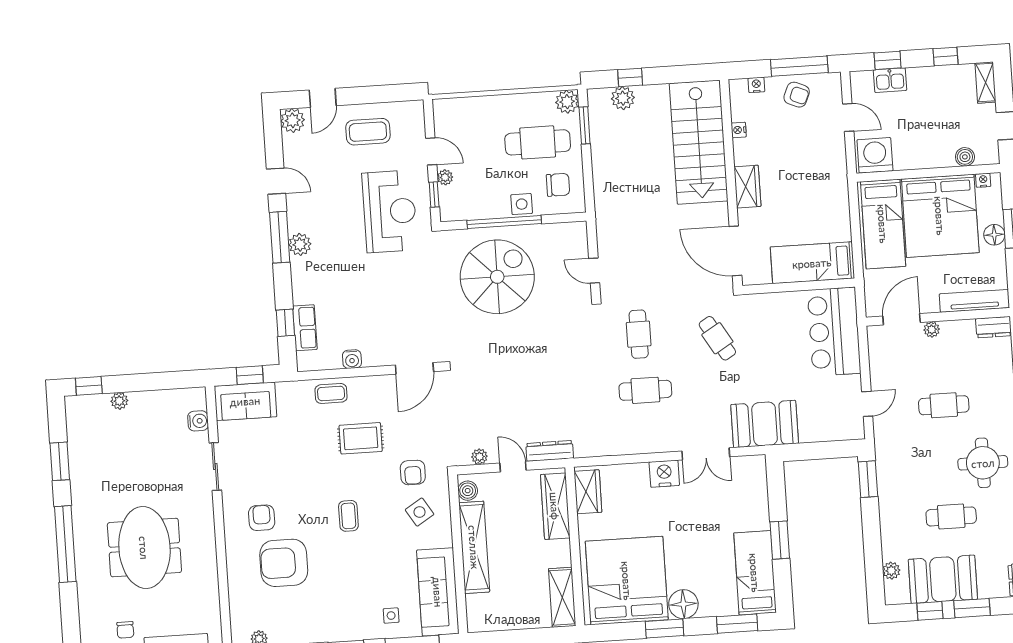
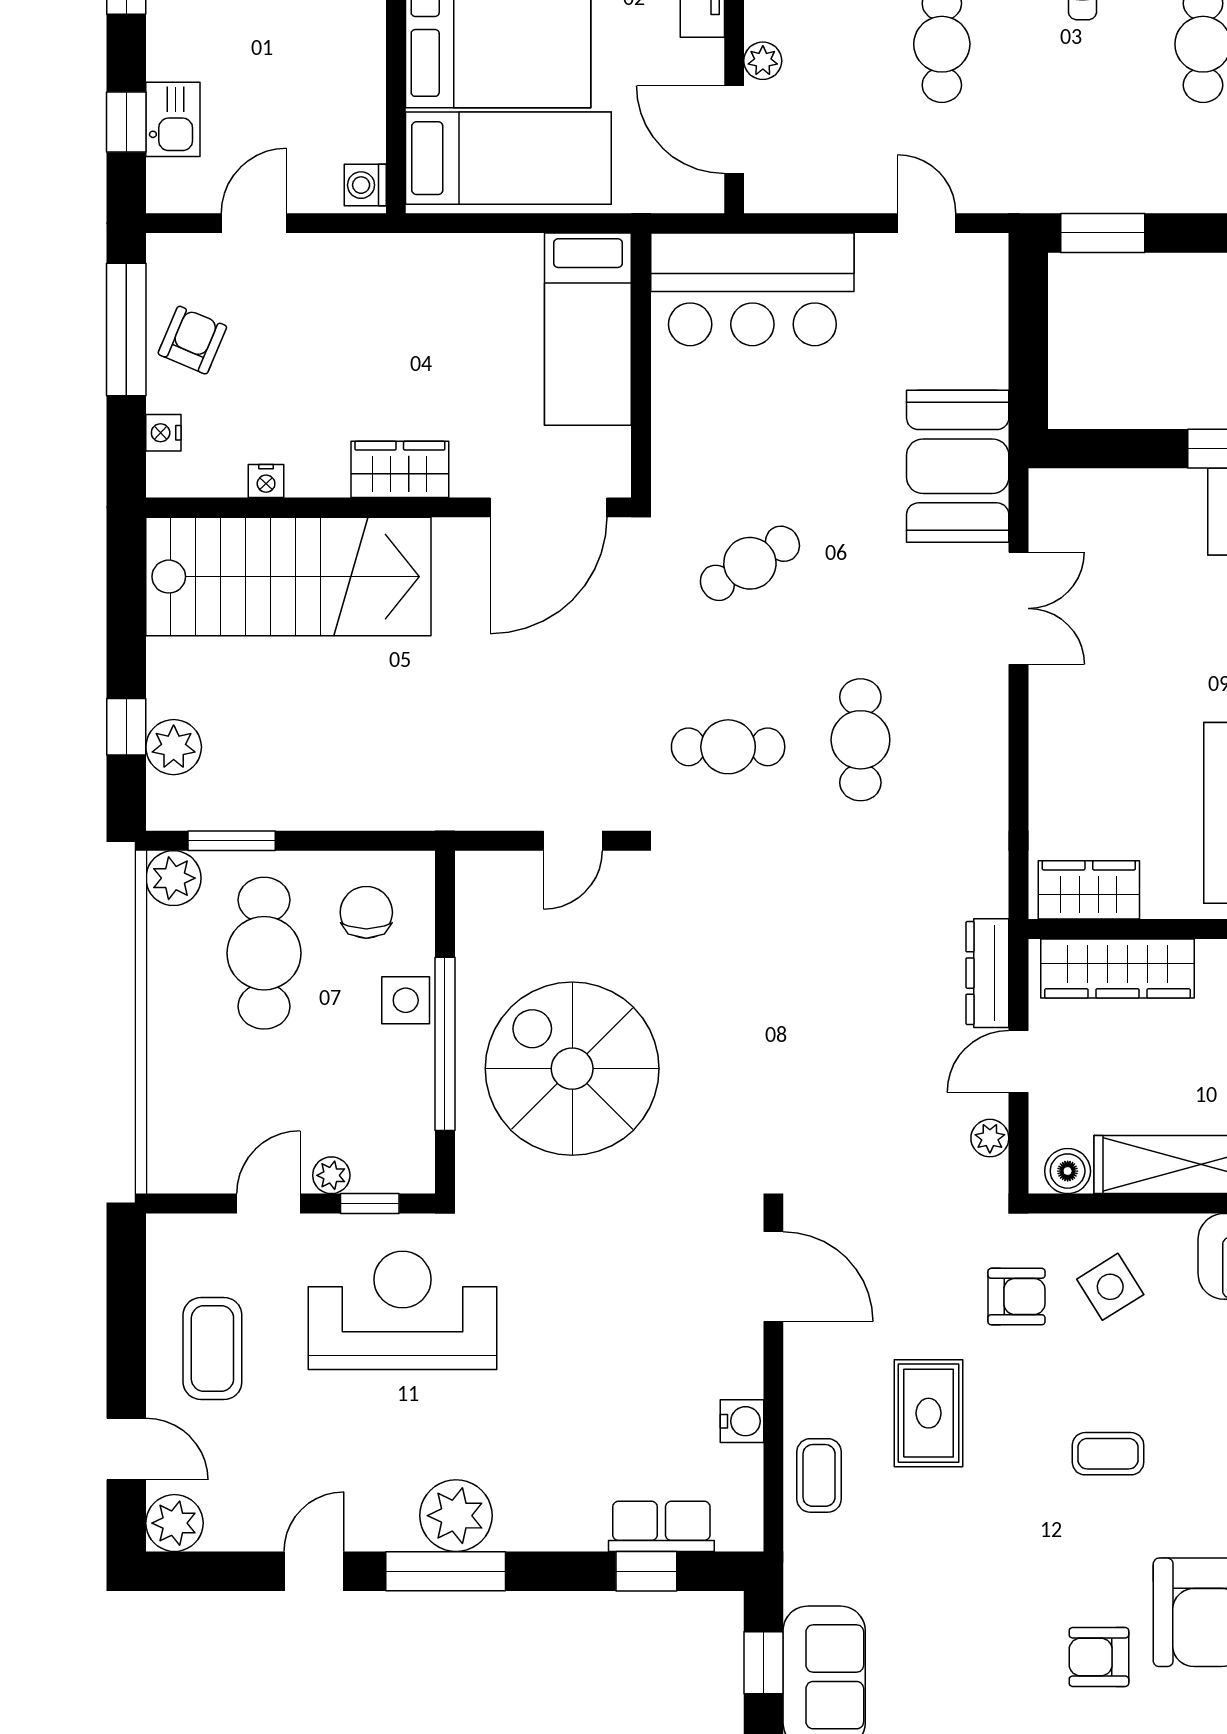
washing machine: (875, 155) -> (365, 185), width x0.53, depth x0.53
plant: (300, 244) -> (456, 1516), width x1.36, depth x1.36
nightstand: (664, 474) -> (1058, 709), removed

